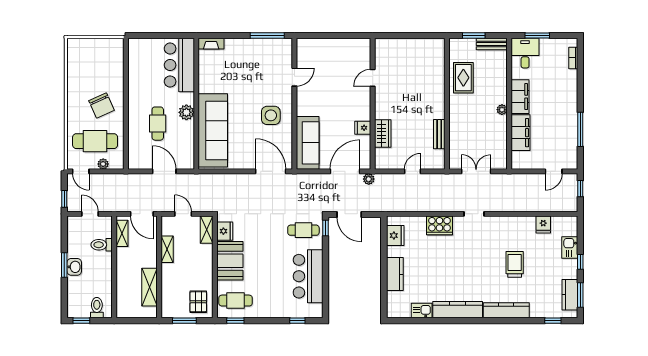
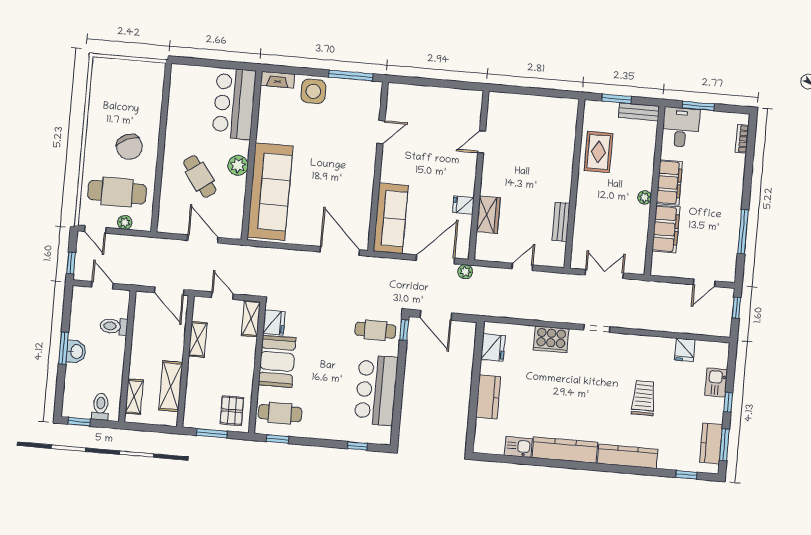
side table: (271, 115) -> (313, 91), moved
cafe table: (158, 124) -> (200, 176), turned -36
shelving: (122, 233) -> (134, 397), moved

